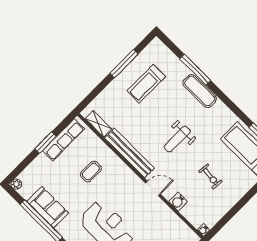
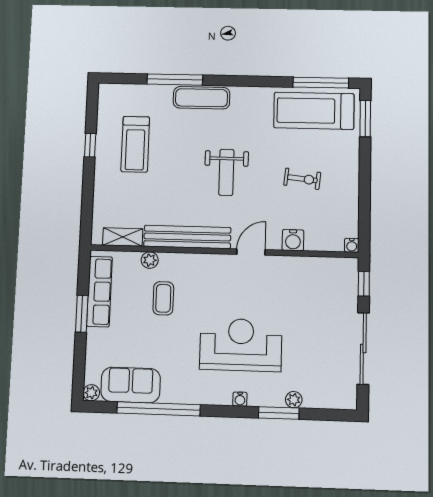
window: (124, 64) -> (90, 145), width x0.46
plant: (101, 147) -> (150, 260), added
sofa: (48, 207) -> (131, 385), moved

